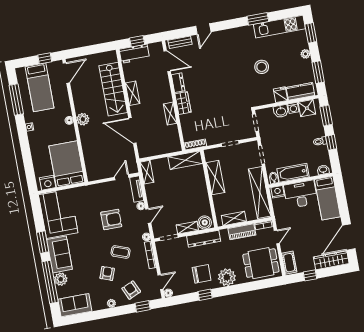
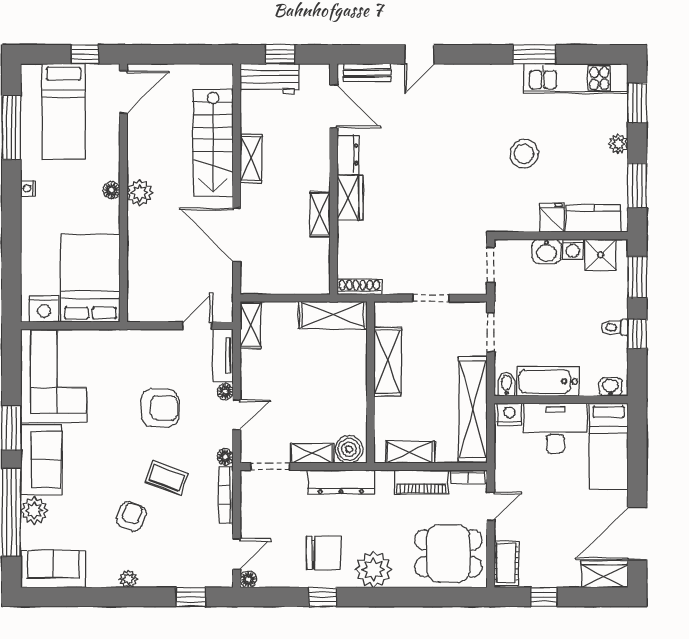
wardrobe: (331, 260) -> (605, 574), width x0.67
armchair: (131, 290) -> (174, 559), removed

